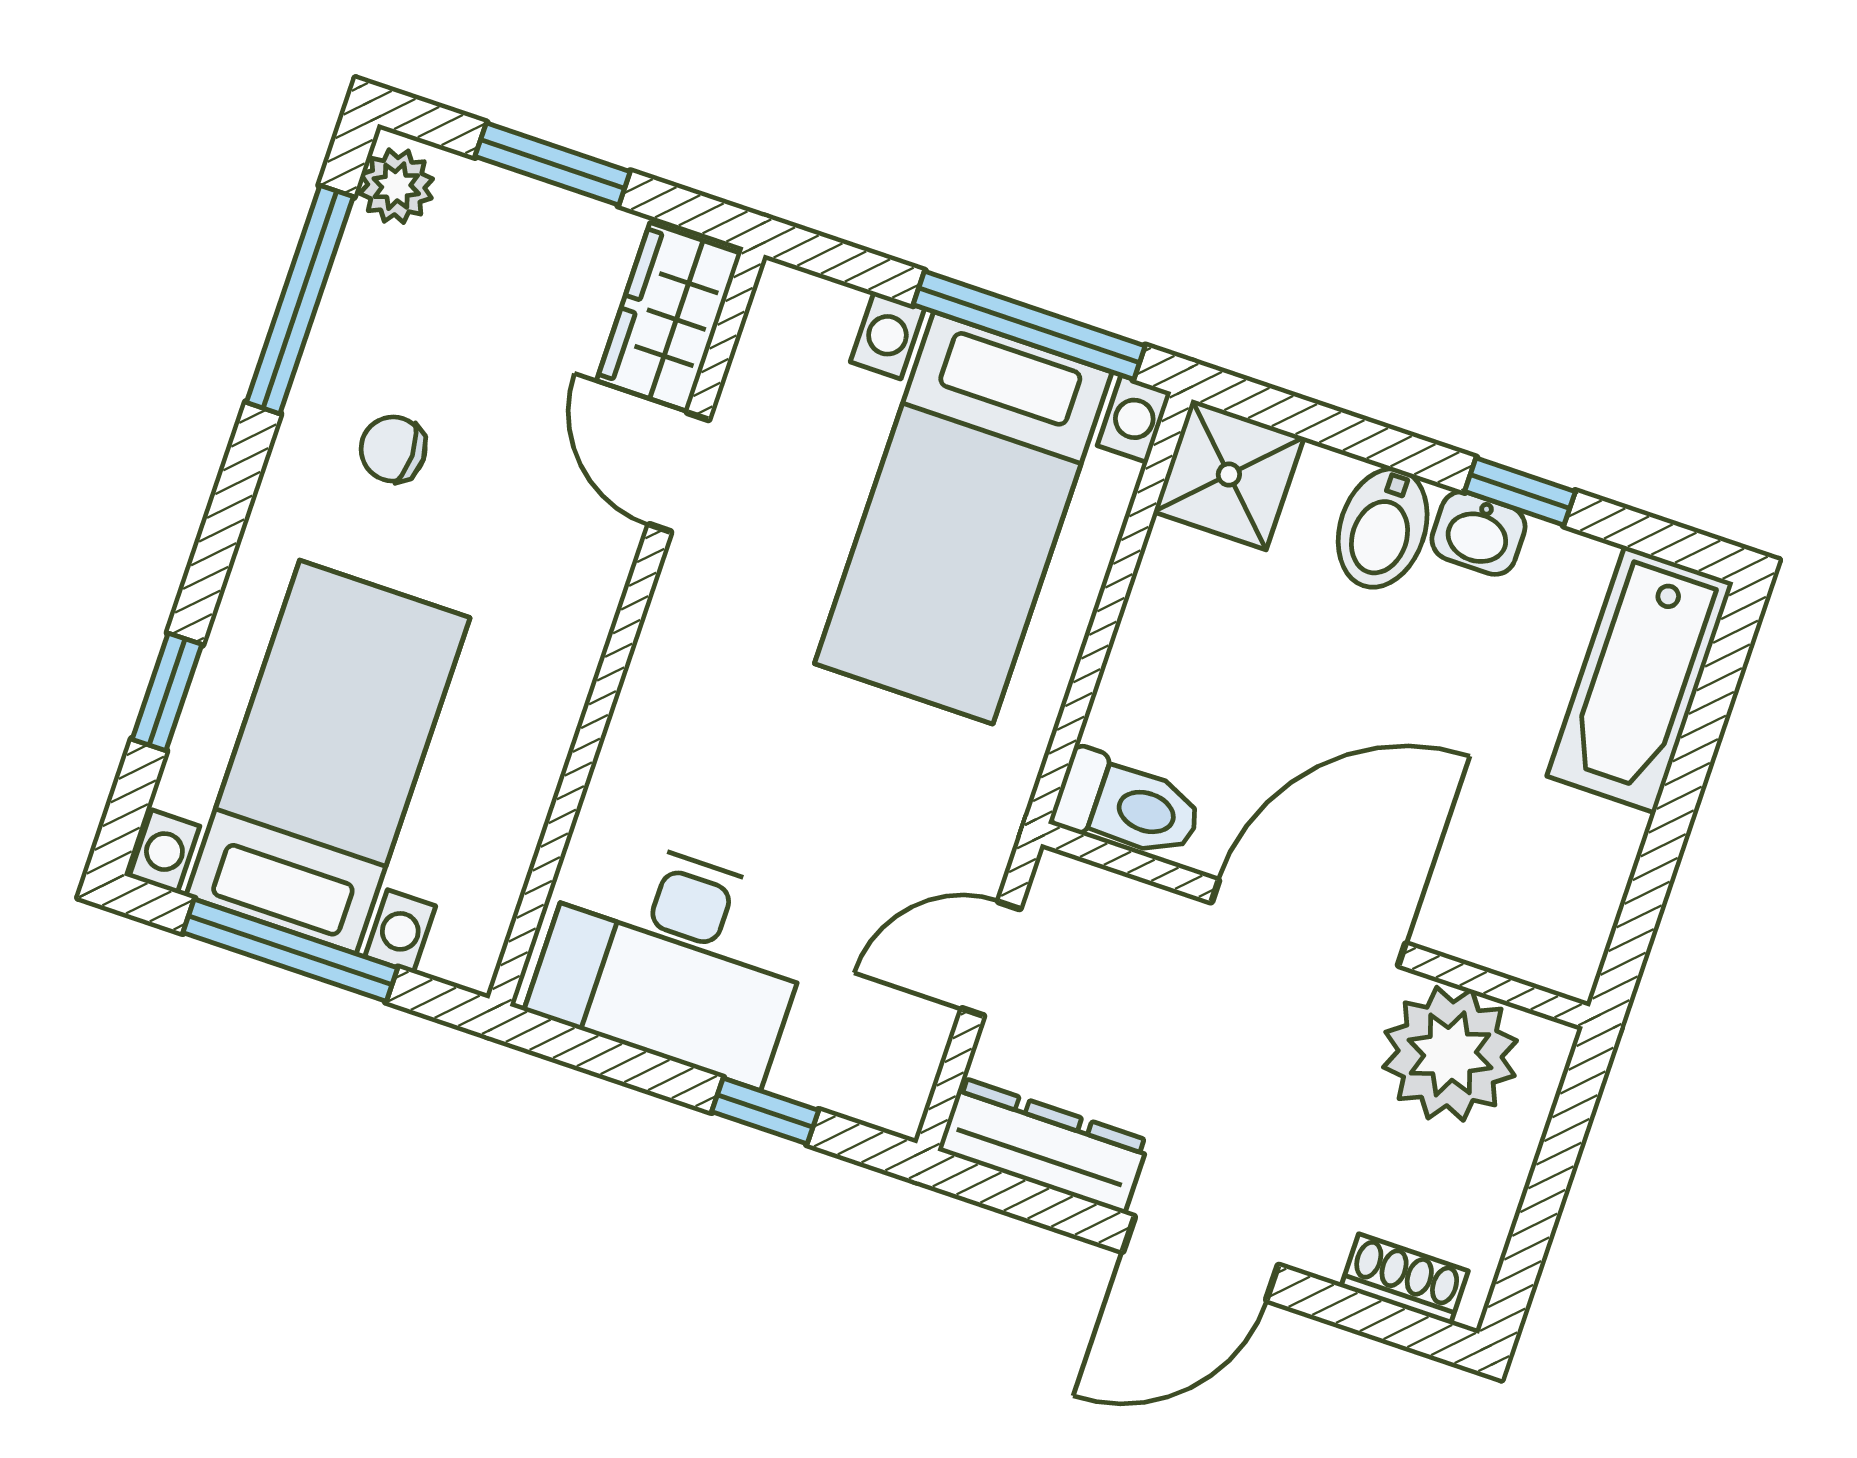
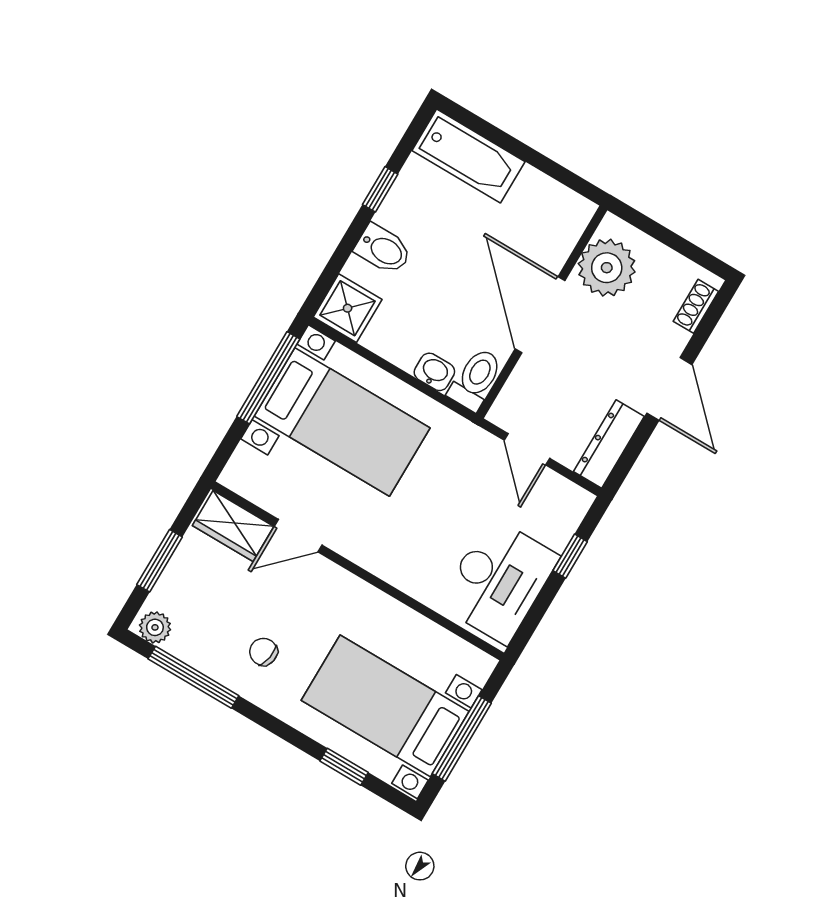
chair: (393, 449) -> (263, 652), turned 100
washbasin: (1478, 533) -> (434, 372), moved, turned -90

